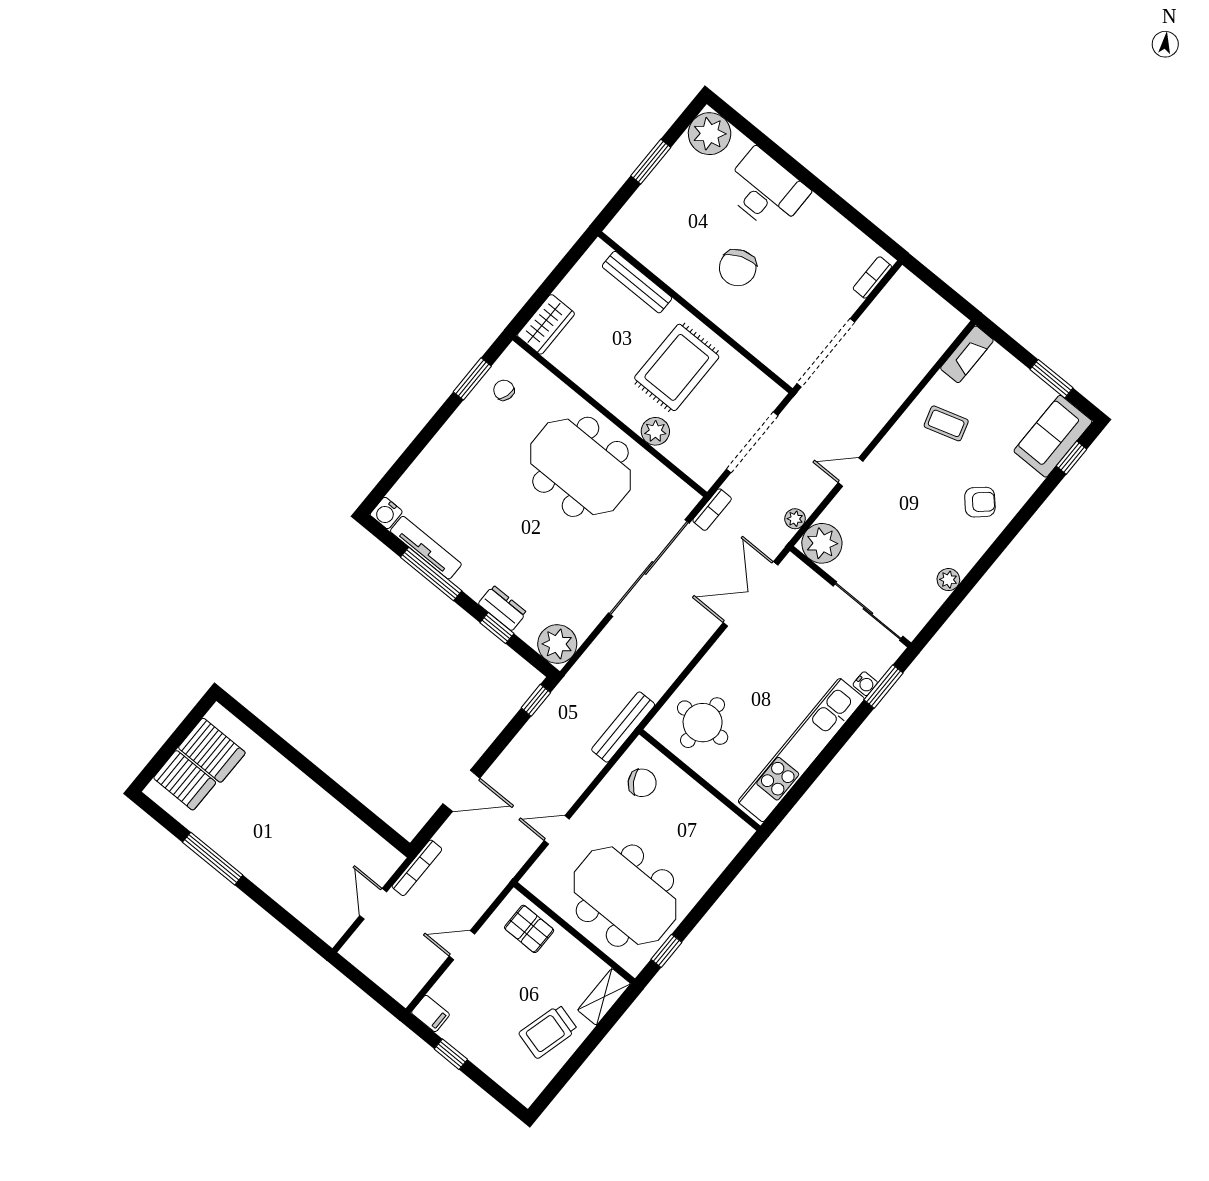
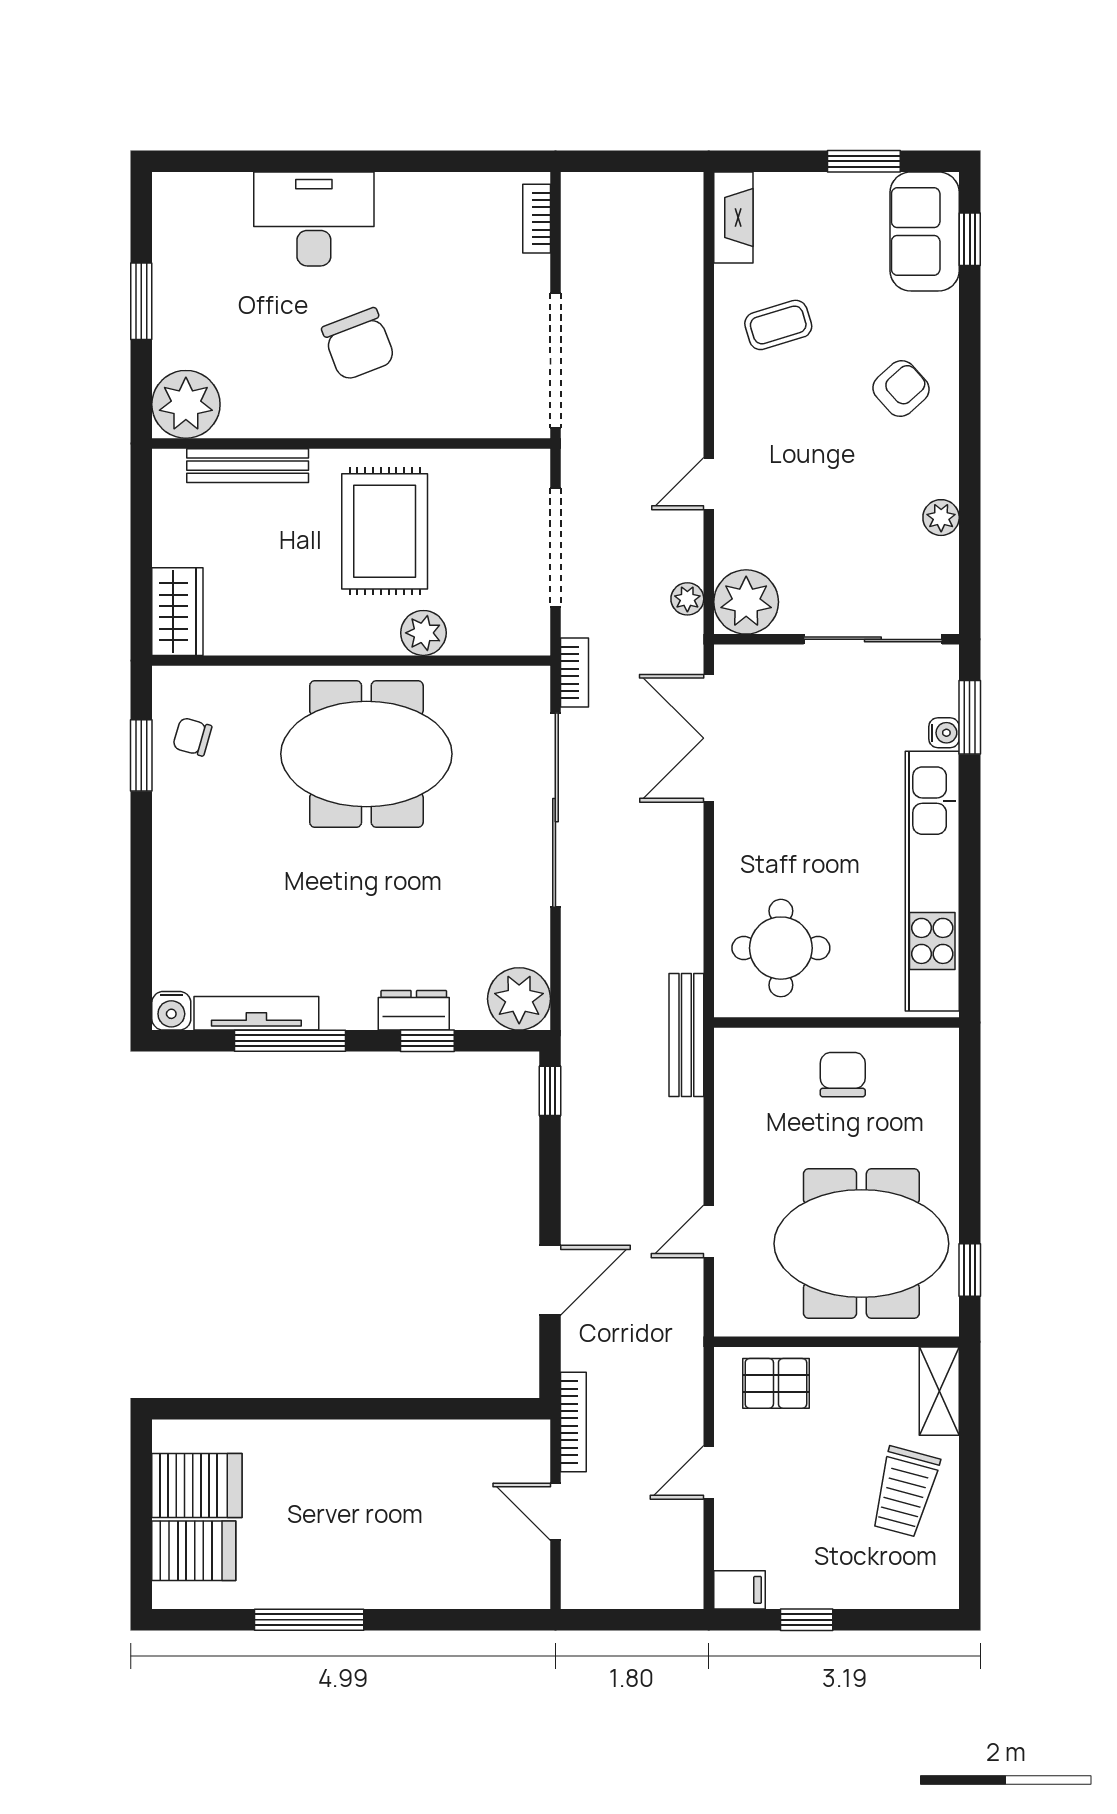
plant: (710, 134) -> (186, 404), moved
chair: (642, 783) -> (843, 1075), moved, turned -59

